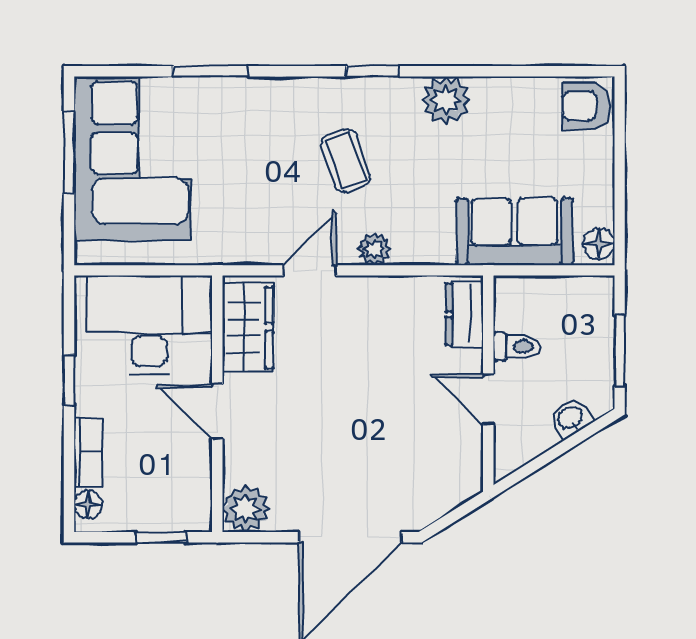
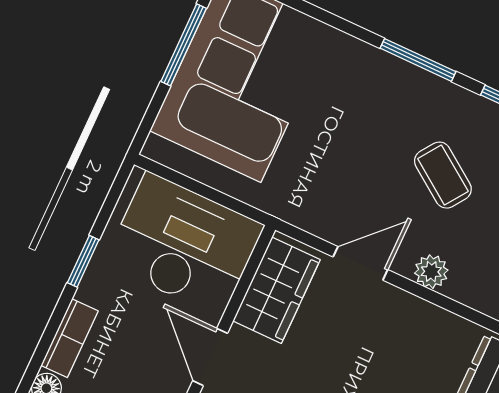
window: (210, 71) -> (418, 60), moved
coffee table: (346, 161) -> (443, 175), turned -36

